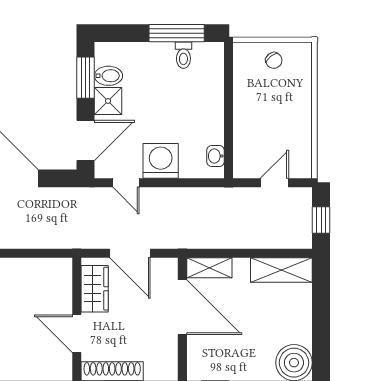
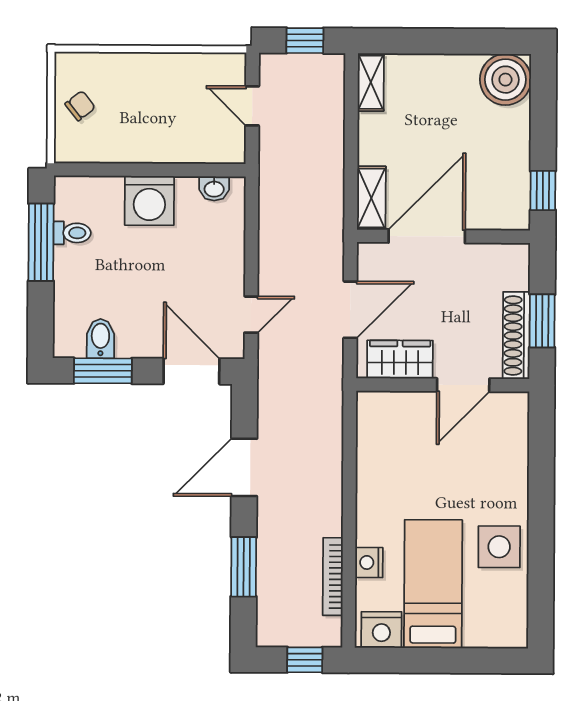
shower: (108, 101) -> (136, 339), removed
washing machine: (161, 161) -> (149, 201), moved, turned -90
shelving: (281, 270) -> (371, 82), width x0.67, depth x0.75

